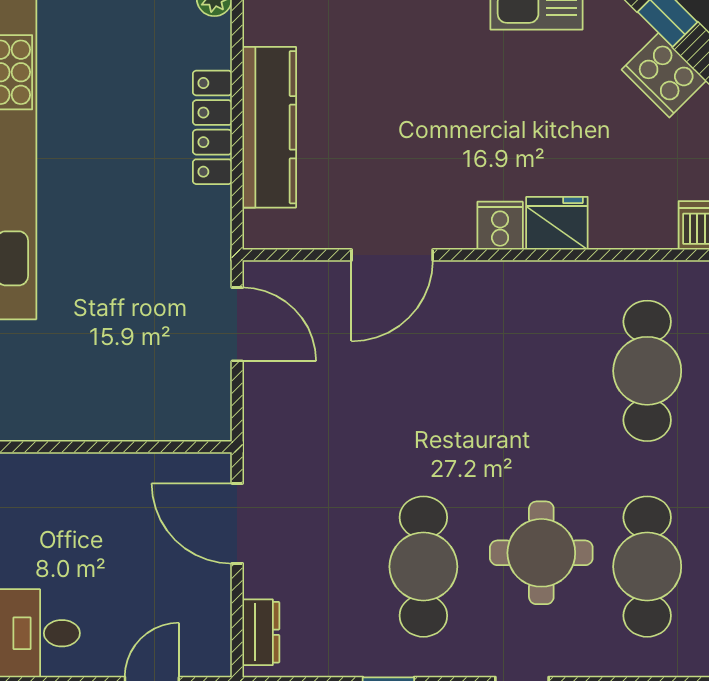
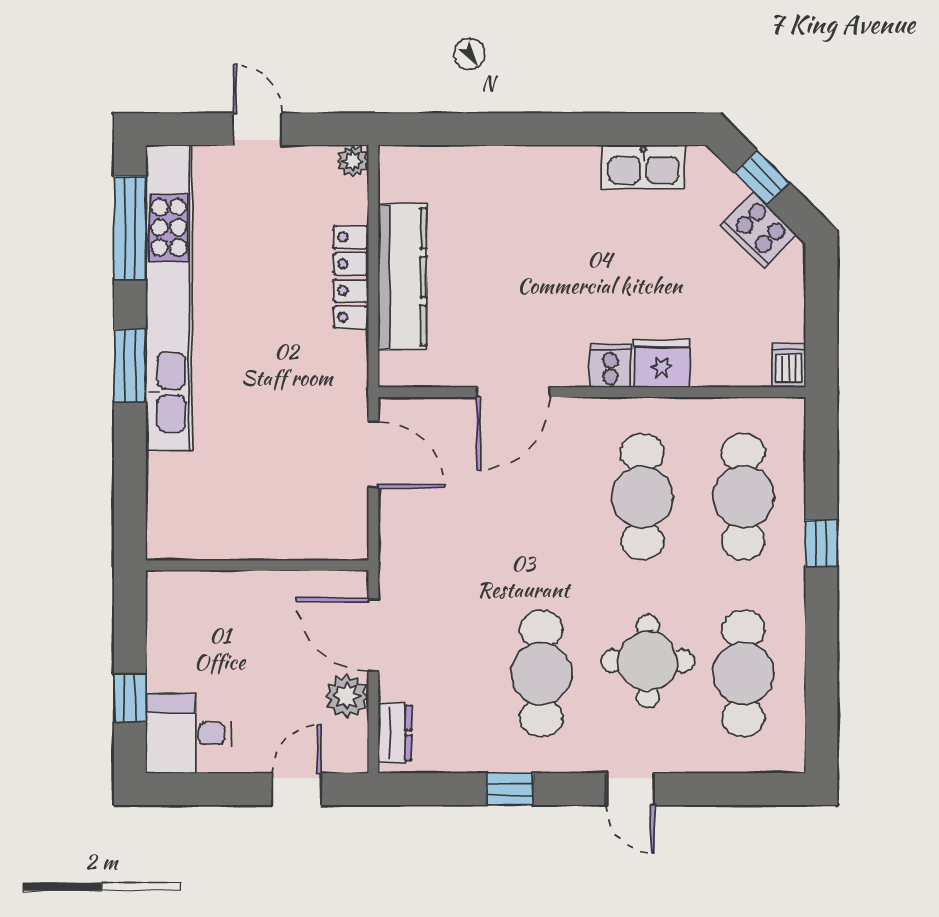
cafe table: (535, 371) -> (642, 497), added
plant: (208, 592) -> (347, 696), added

